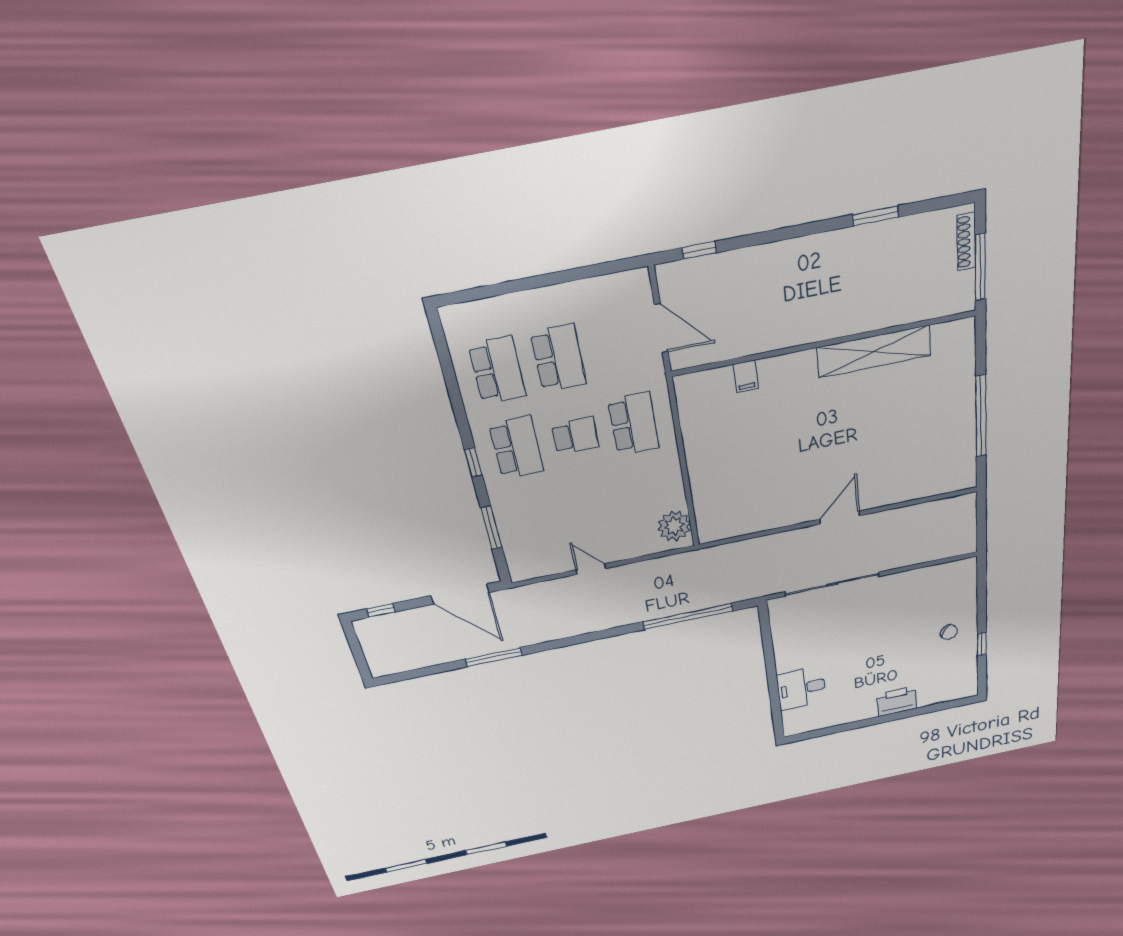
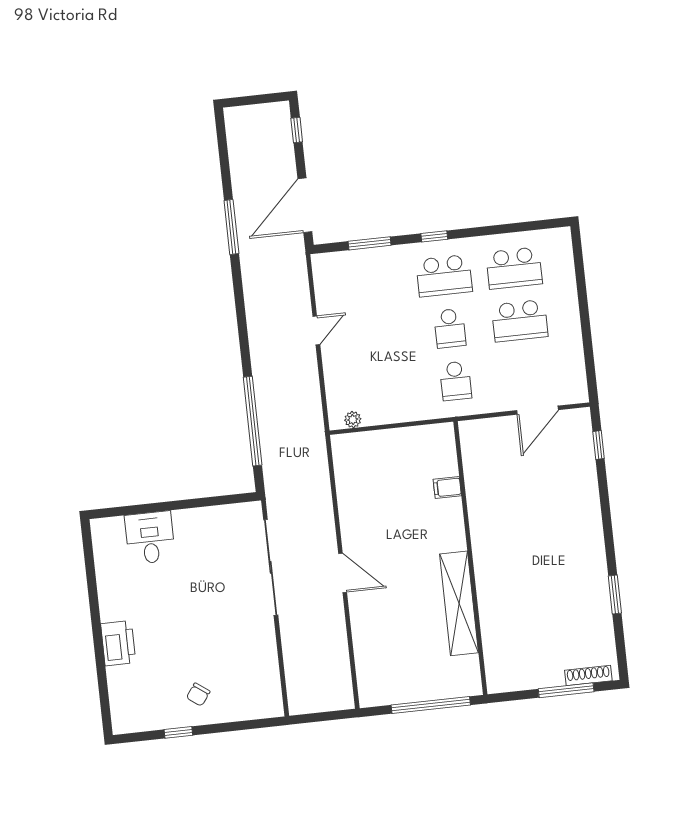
wall: (824, 343) -> (470, 558), moved
shelving: (874, 352) -> (459, 603), moved
filing cabinet: (746, 376) -> (447, 487), moved
school desk: (634, 424) -> (456, 381), width x0.54
plant: (674, 526) -> (353, 420), width x0.53, depth x0.53

